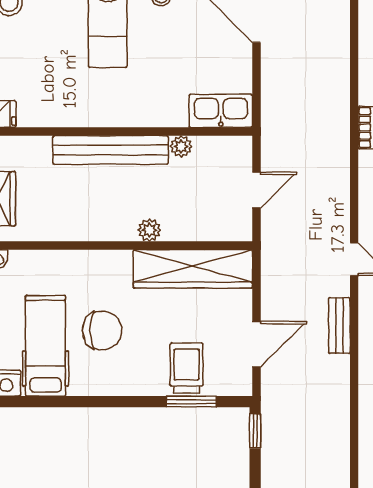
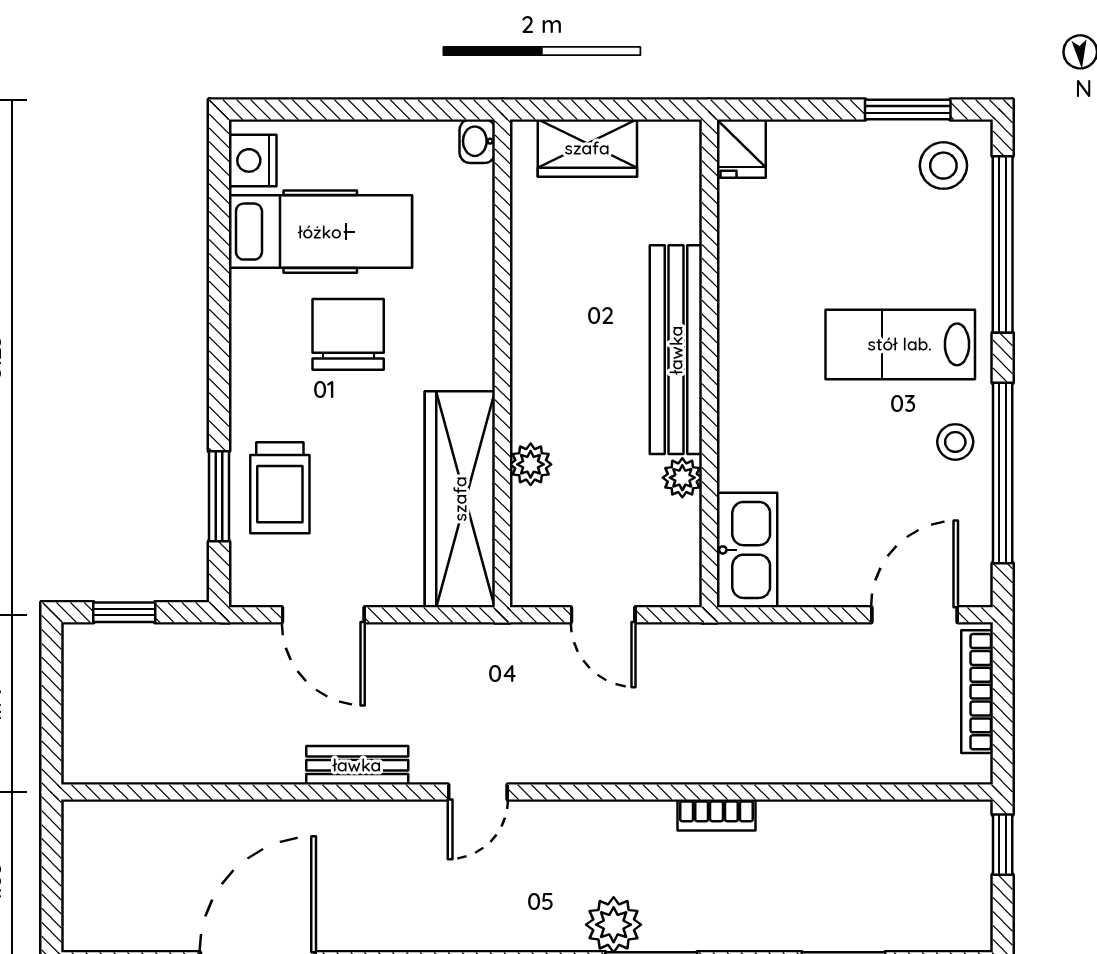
plant: (149, 230) -> (531, 464), moved
chair: (102, 330) -> (348, 334), turned 180
trolley: (187, 368) -> (280, 488), turned 90
window: (255, 431) -> (124, 612), moved

